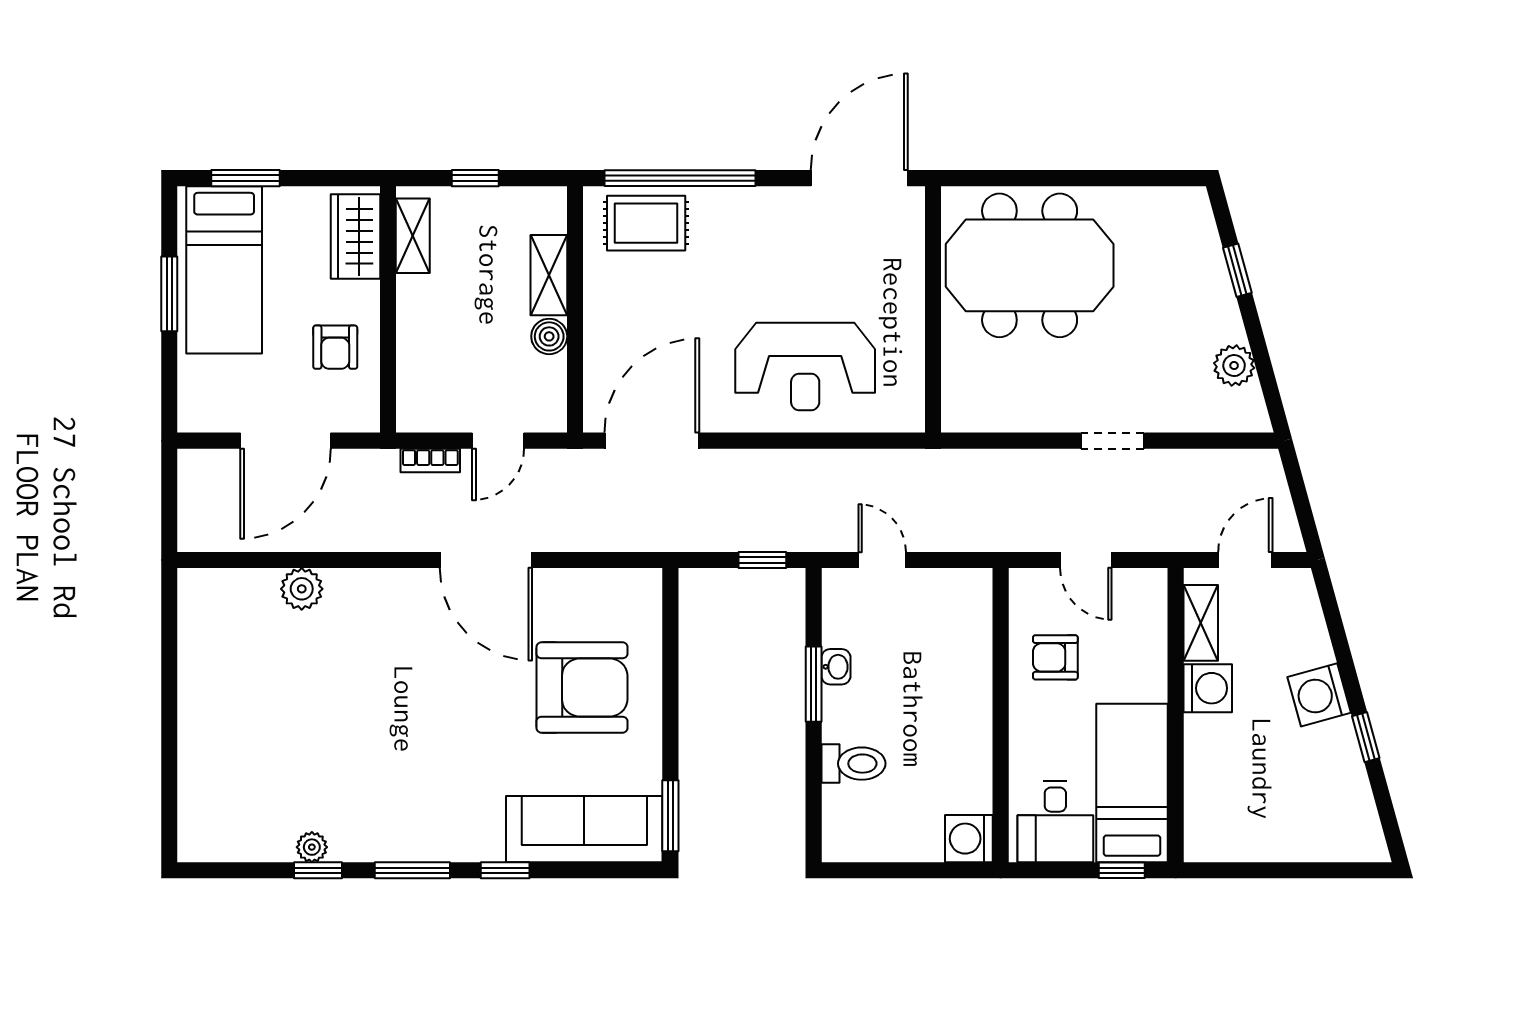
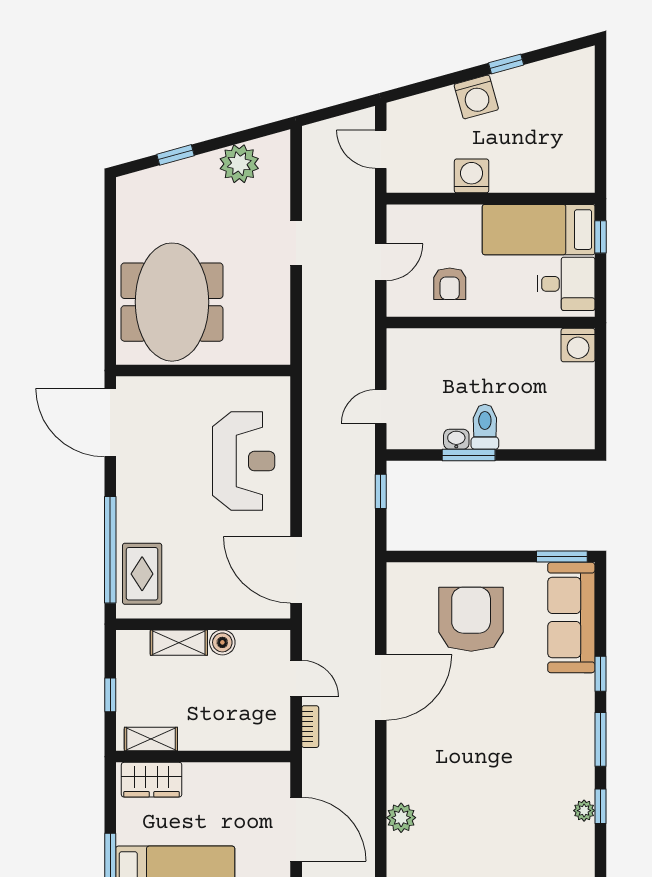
armchair: (335, 347) -> (230, 794), removed
plant: (1234, 366) -> (239, 164), width x1.36, depth x1.36
shelving: (1201, 623) -> (425, 181), removed
toilet: (853, 764) -> (485, 427), moved

